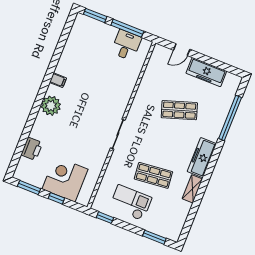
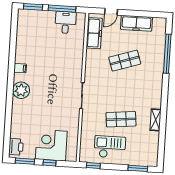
printer: (32, 149) -> (16, 147), moved
freezer: (202, 158) -> (94, 33), moved, turned 180

